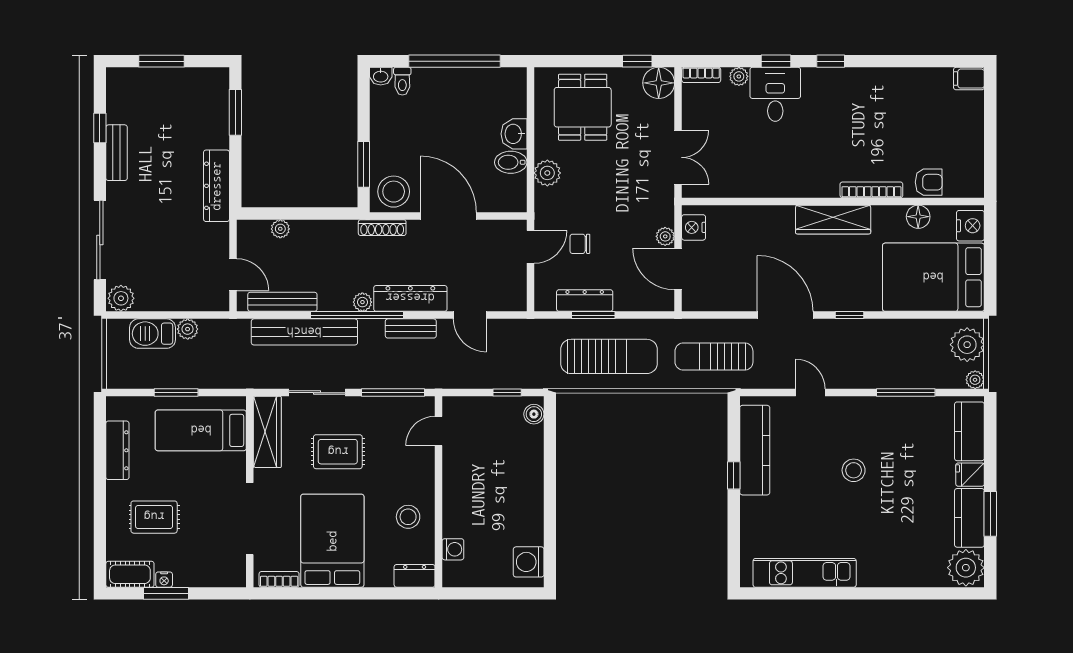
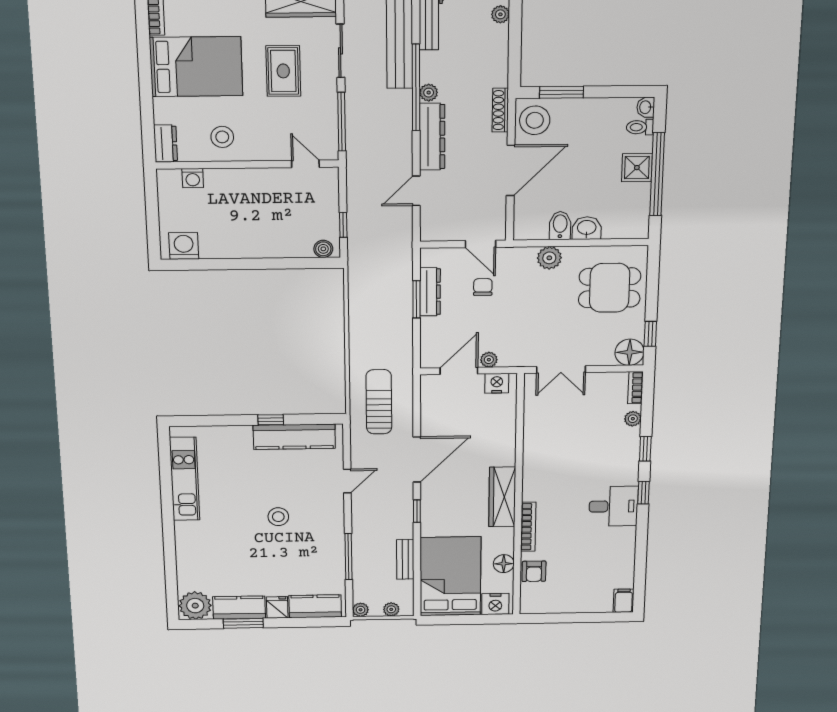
shower: (447, 83) -> (637, 168), added
desk: (775, 94) -> (613, 506), moved
bench: (411, 328) -> (405, 559), moved
plant: (967, 345) -> (391, 609), width x0.53, depth x0.53
sun lounger: (609, 356) -> (378, 313), removed

